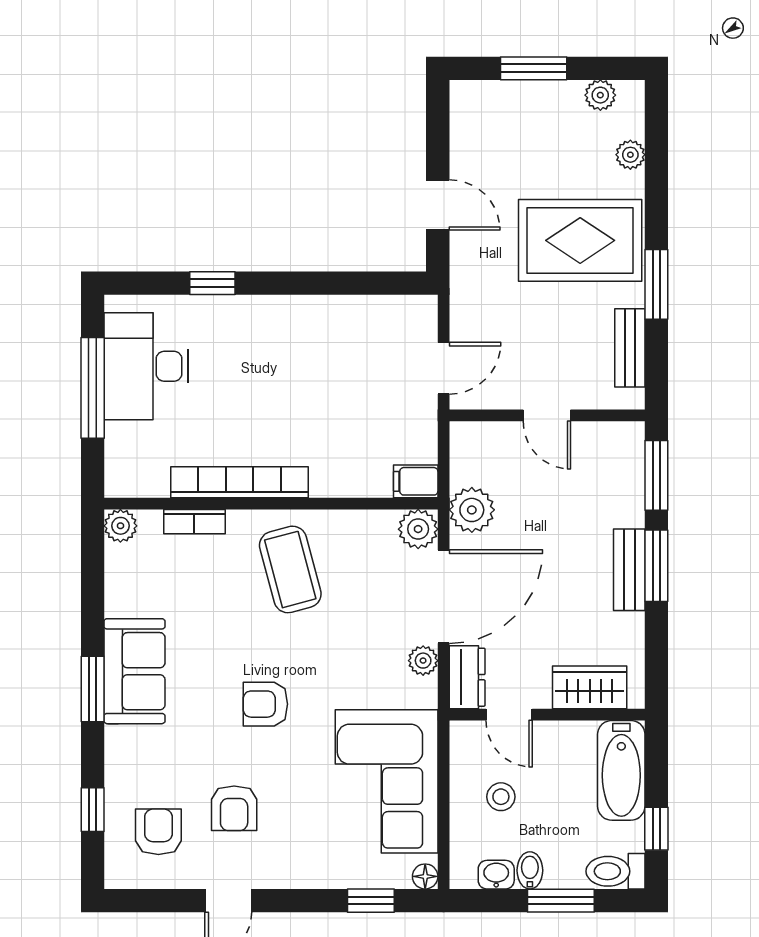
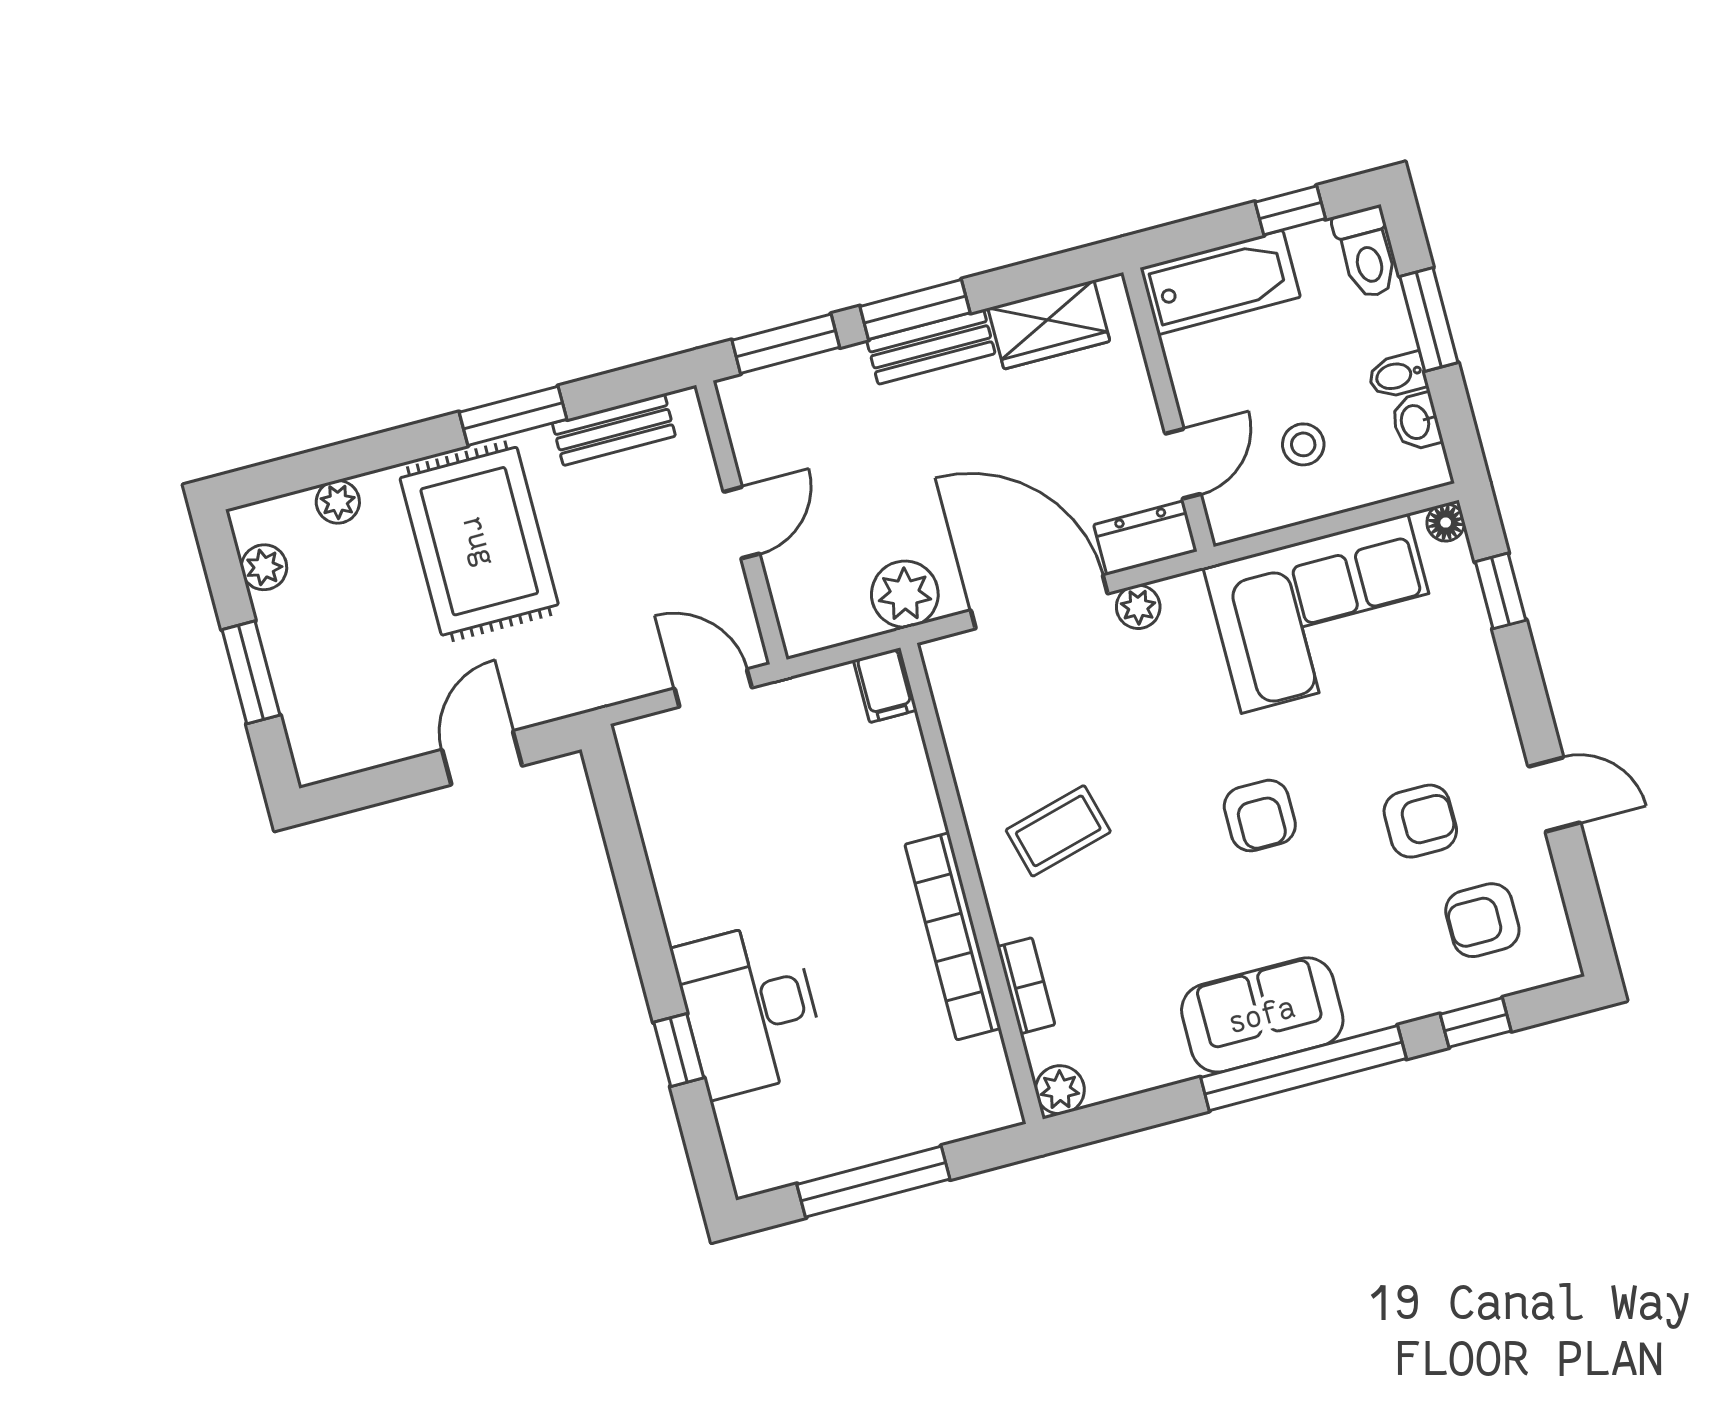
desk: (146, 366) -> (750, 1009), moved, turned 90
plant: (418, 529) -> (952, 664), removed
coffee table: (290, 569) -> (1058, 831), width x0.73, depth x0.77
wardrobe: (590, 687) -> (1049, 325), moved, turned -90
window: (93, 689) -> (1303, 1068), width x2.11

